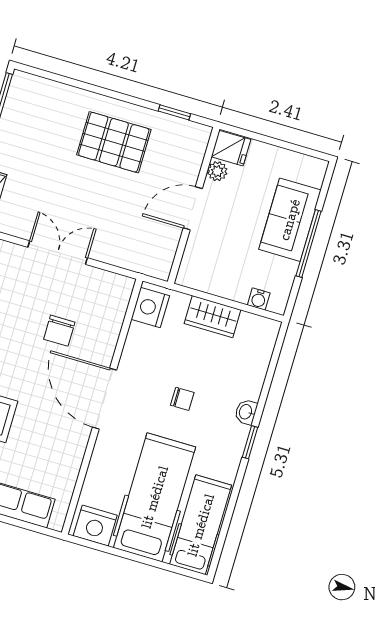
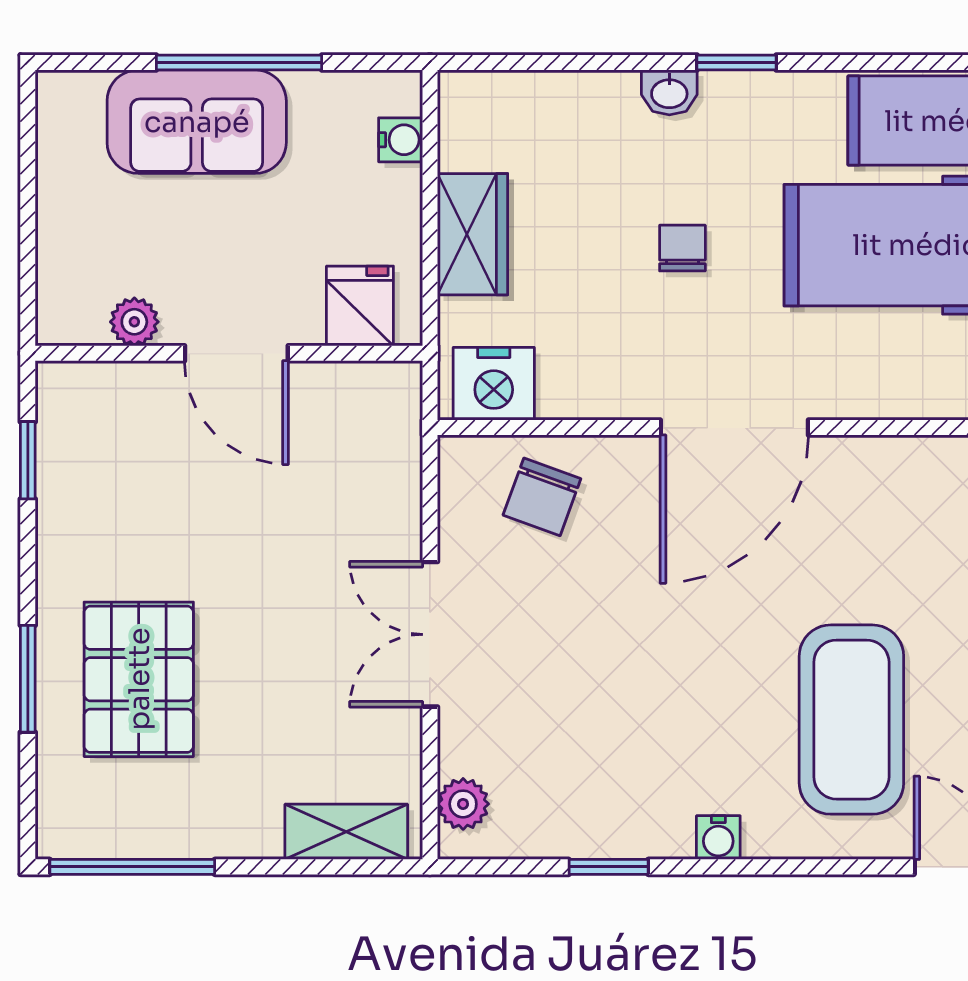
window: (87, 87) -> (28, 679), added
pallet: (114, 142) -> (139, 679), moved
fridge: (231, 148) -> (360, 306), moved
chair: (59, 331) -> (542, 497), moved, turned 110

